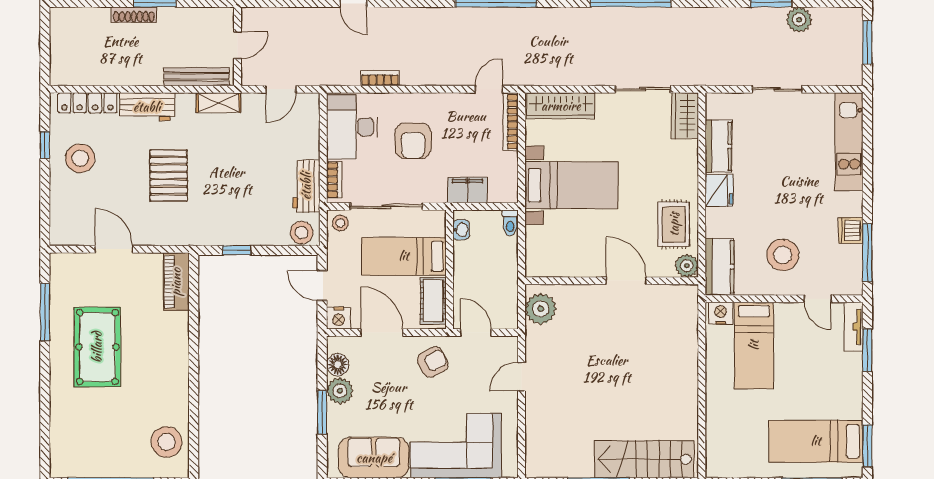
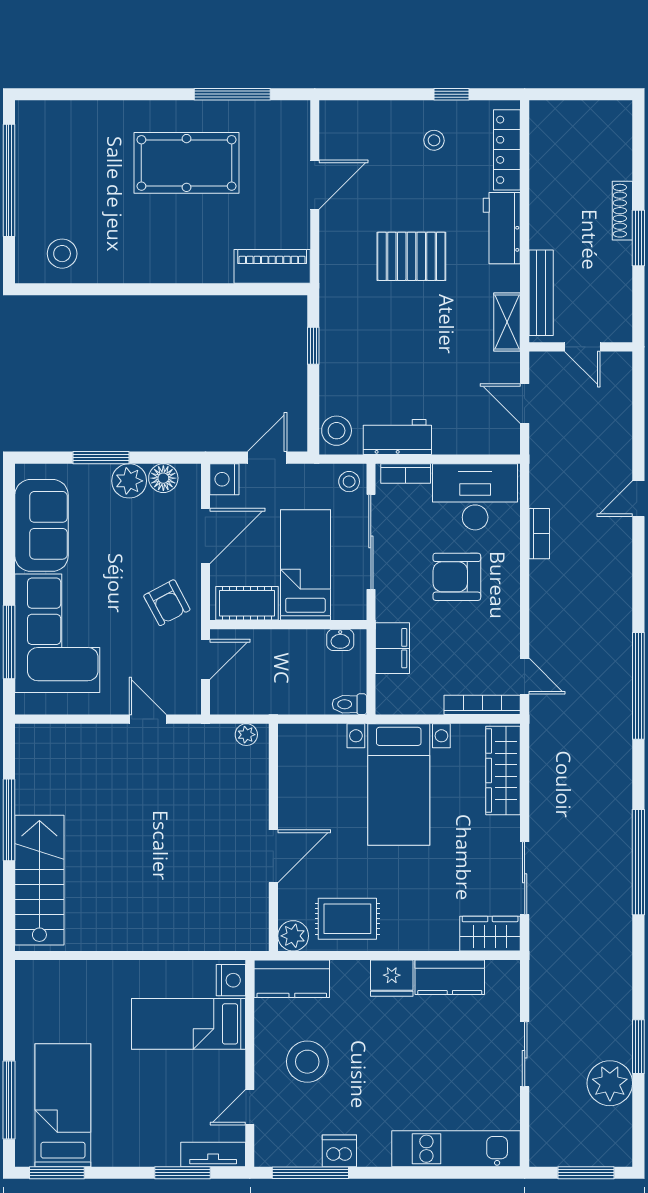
plant: (799, 20) -> (610, 1083), width x1.36, depth x1.36
stool: (80, 158) -> (434, 140), width x0.53, depth x0.53
plant: (541, 309) -> (246, 735), width x0.53, depth x0.53
stool: (167, 442) -> (62, 254), width x0.73, depth x0.73

